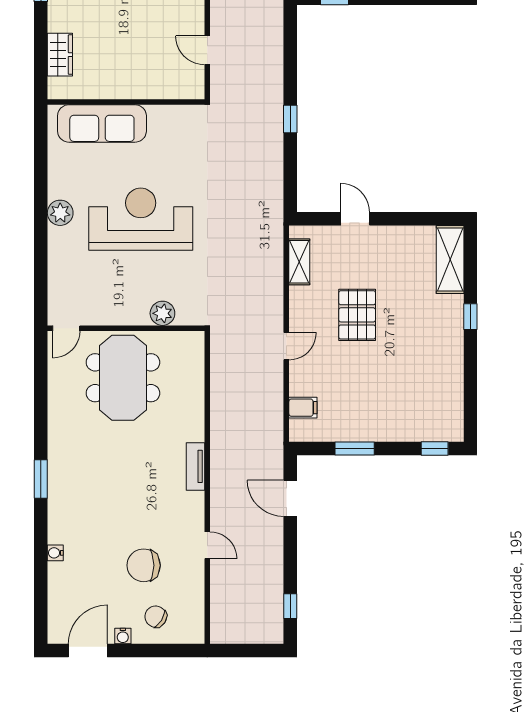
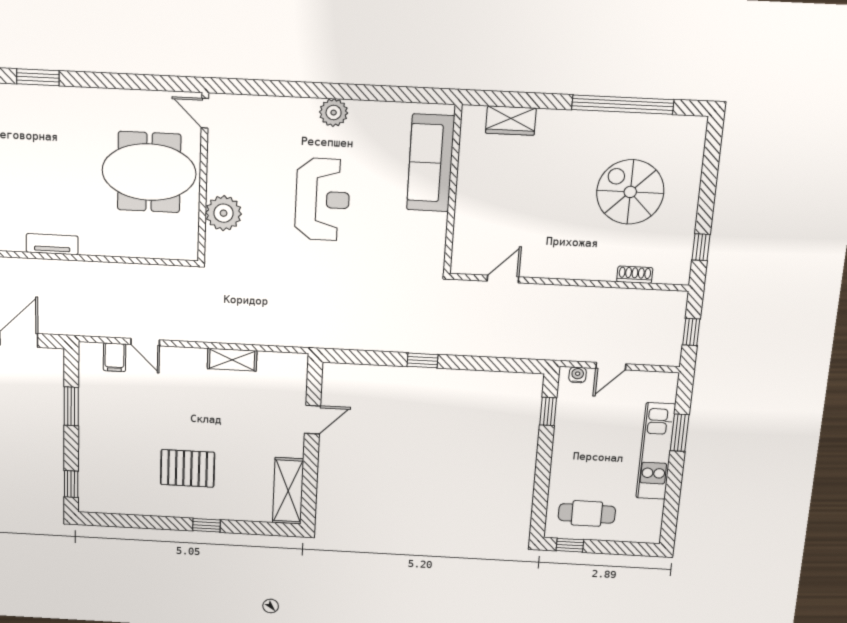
reception desk: (141, 219) -> (322, 200), width x0.74, depth x0.77
shelving: (450, 260) -> (288, 491), moved, turned 90
shelving: (299, 262) -> (232, 360), moved
plant: (162, 313) -> (224, 213), width x1.36, depth x1.36
pallet: (357, 315) -> (188, 468), moved
door: (286, 346) -> (145, 342), moved

